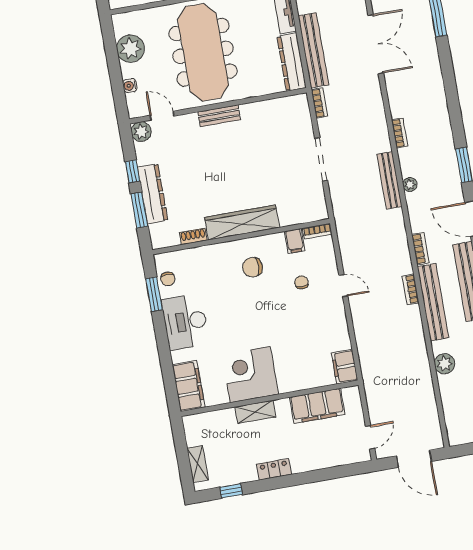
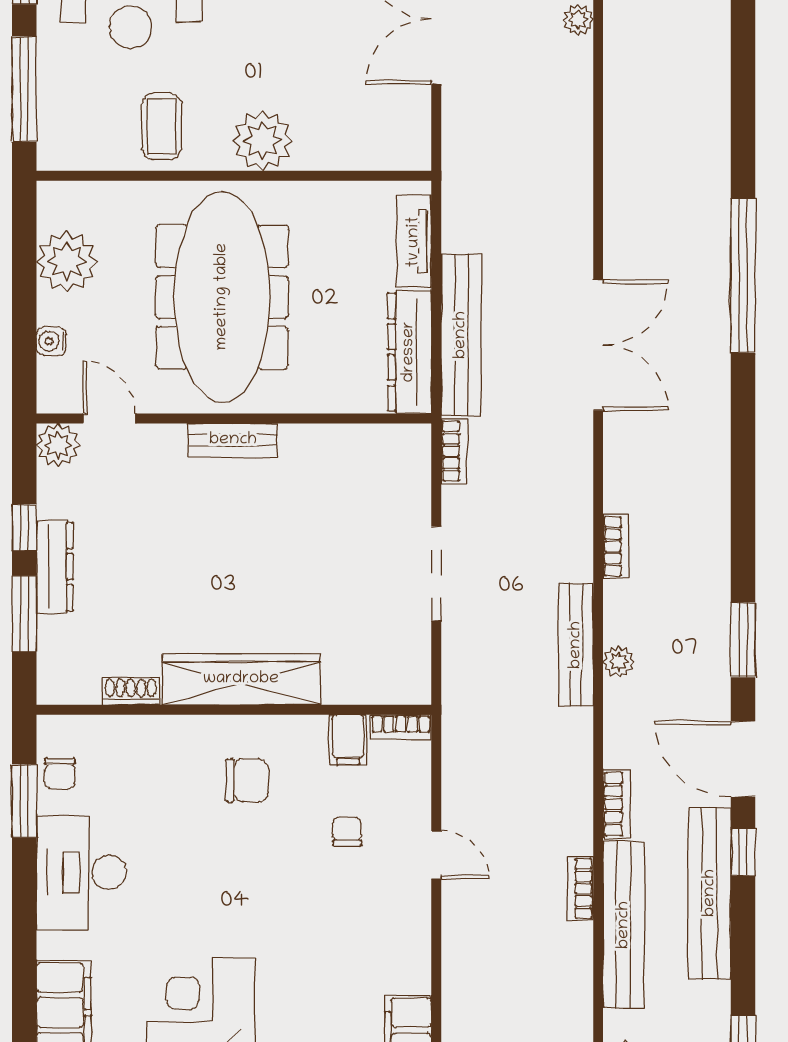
dresser: (153, 194) -> (55, 567), width x0.73, depth x0.80
chair: (252, 267) -> (247, 780), turned 180

